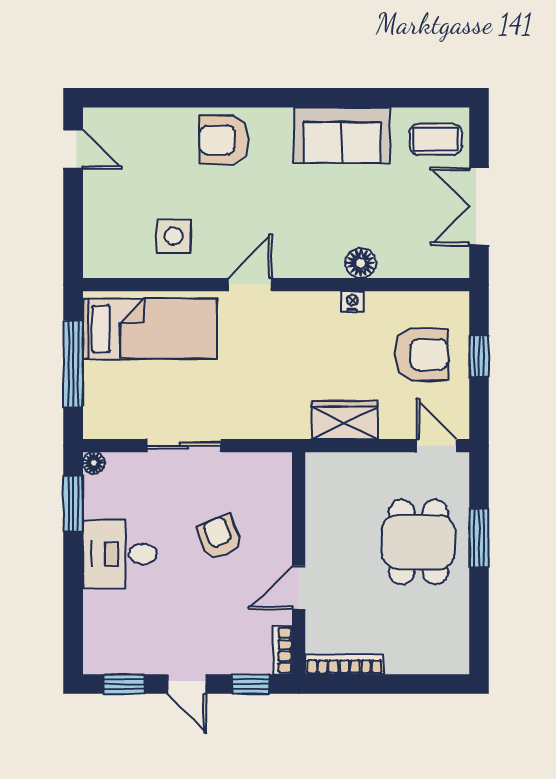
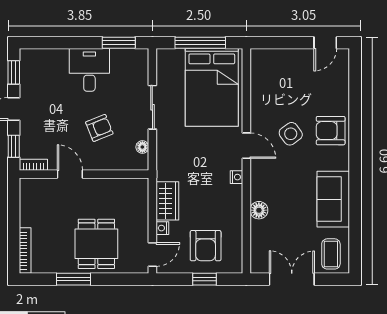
armchair: (224, 140) -> (331, 131), turned -90
side table: (174, 236) -> (291, 134), moved, turned -36
nightstand: (352, 302) -> (236, 177), moved
bed: (150, 329) -> (212, 87), width x1.50
nightstand: (391, 429) -> (162, 228), added
floor lamp: (94, 463) -> (142, 147), moved
window: (479, 538) -> (73, 279), moved
dining table: (418, 542) -> (96, 244), turned 90
bookcase: (344, 664) -> (25, 251), moved

